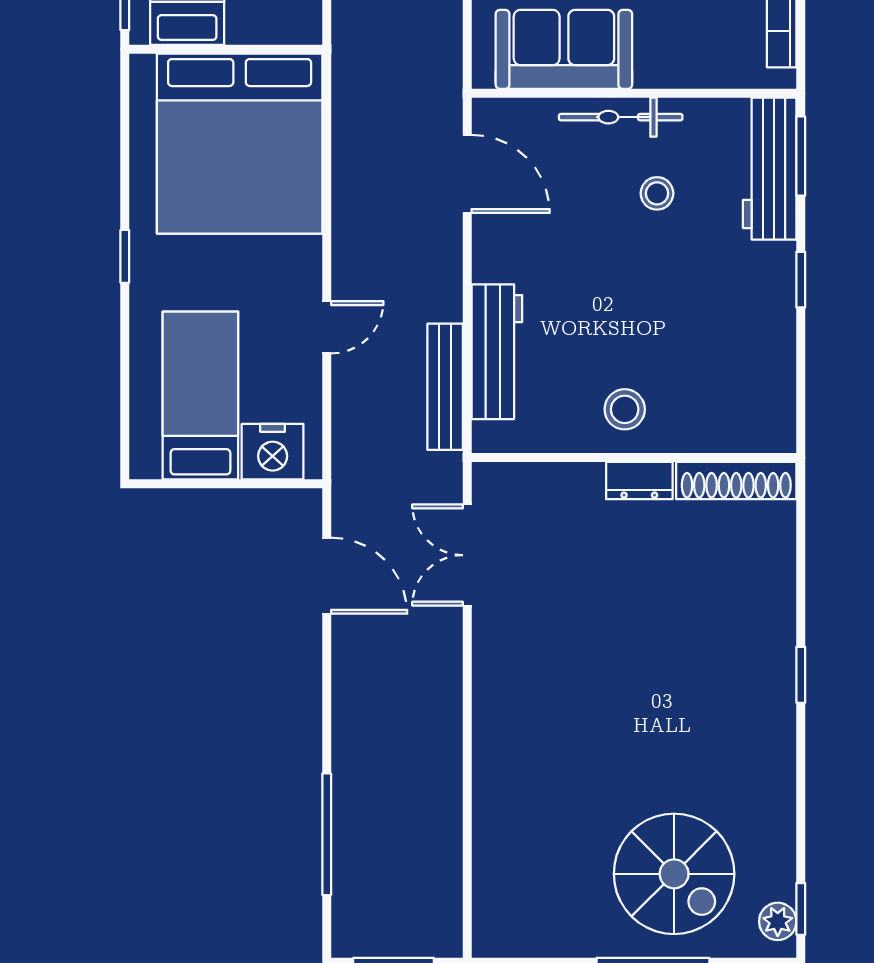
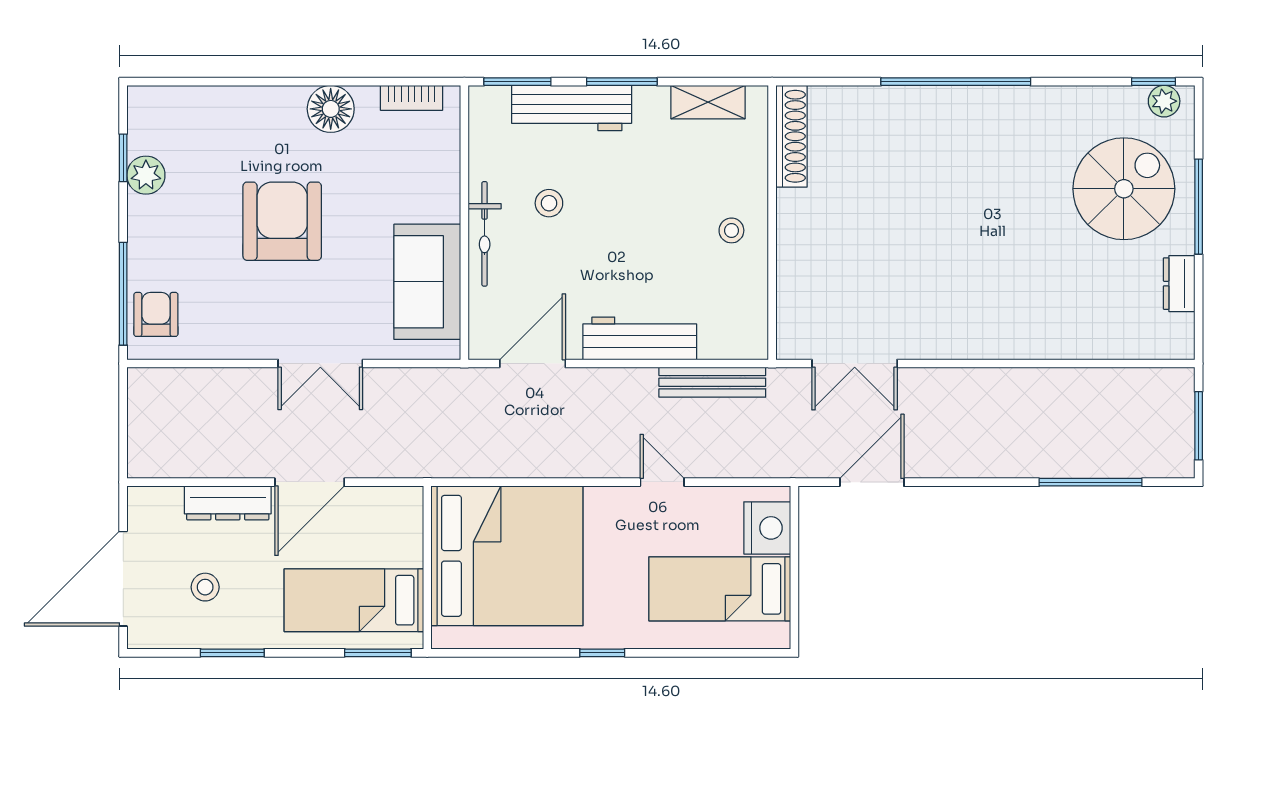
workbench: (770, 169) -> (572, 108), moved
window: (801, 280) -> (622, 82), width x1.50
workbench: (497, 352) -> (640, 338), moved
shelving: (777, 382) -> (708, 102), added
stool: (625, 409) -> (731, 230), width x0.73, depth x0.73
dresser: (639, 481) -> (1179, 284), moved, turned 180
window: (801, 675) -> (956, 82), width x3.17

